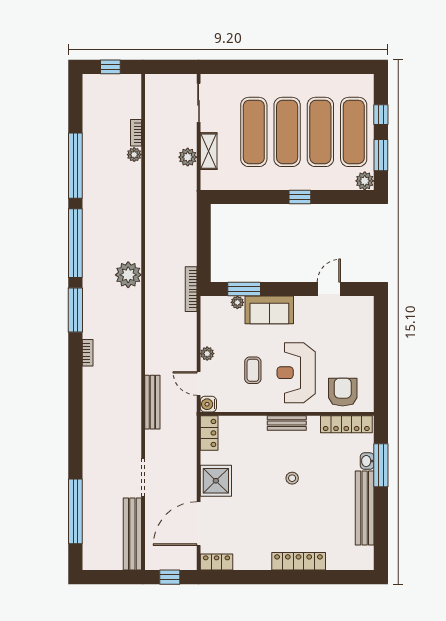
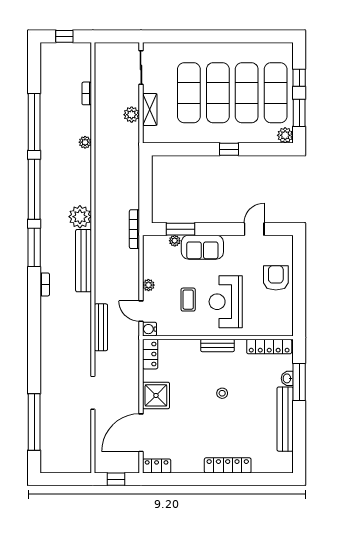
plant: (134, 155) -> (85, 142), moved
armchair: (343, 392) -> (276, 278), moved
bench: (132, 534) -> (84, 261), moved

